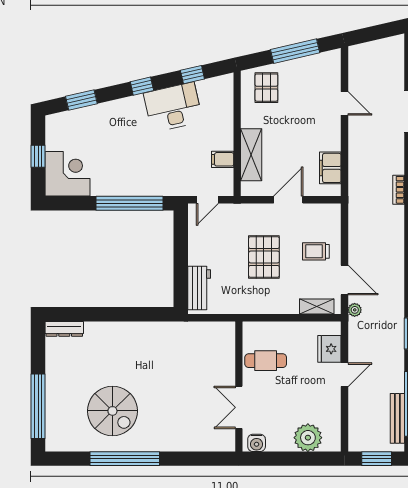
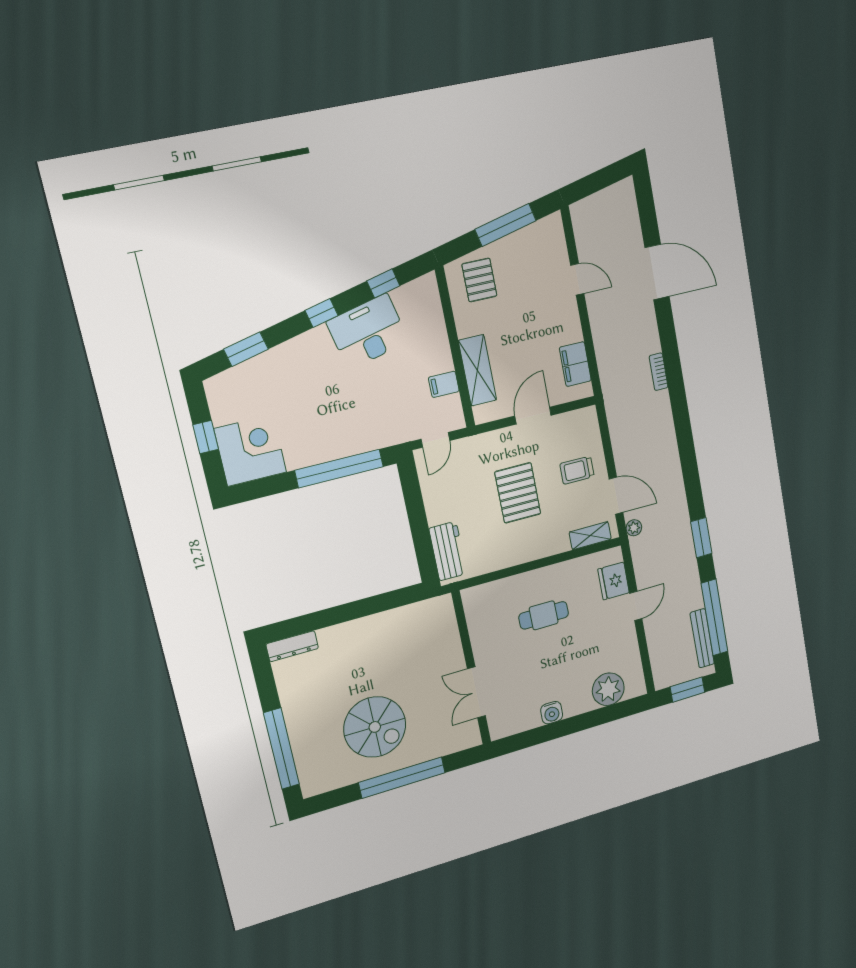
wall: (239, 386) -> (471, 668), moved
double door: (239, 407) -> (476, 692), moved

